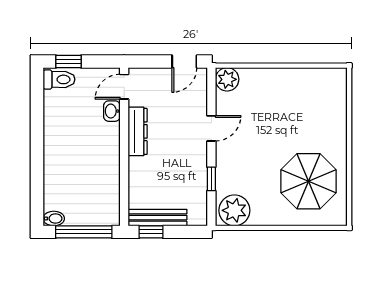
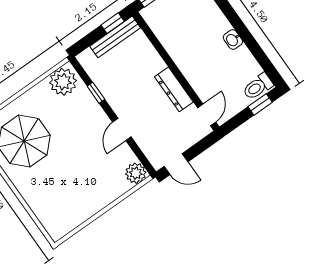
door: (184, 62) -> (176, 164), swing flipped
washbasin: (112, 111) -> (233, 40), moved, turned 180

